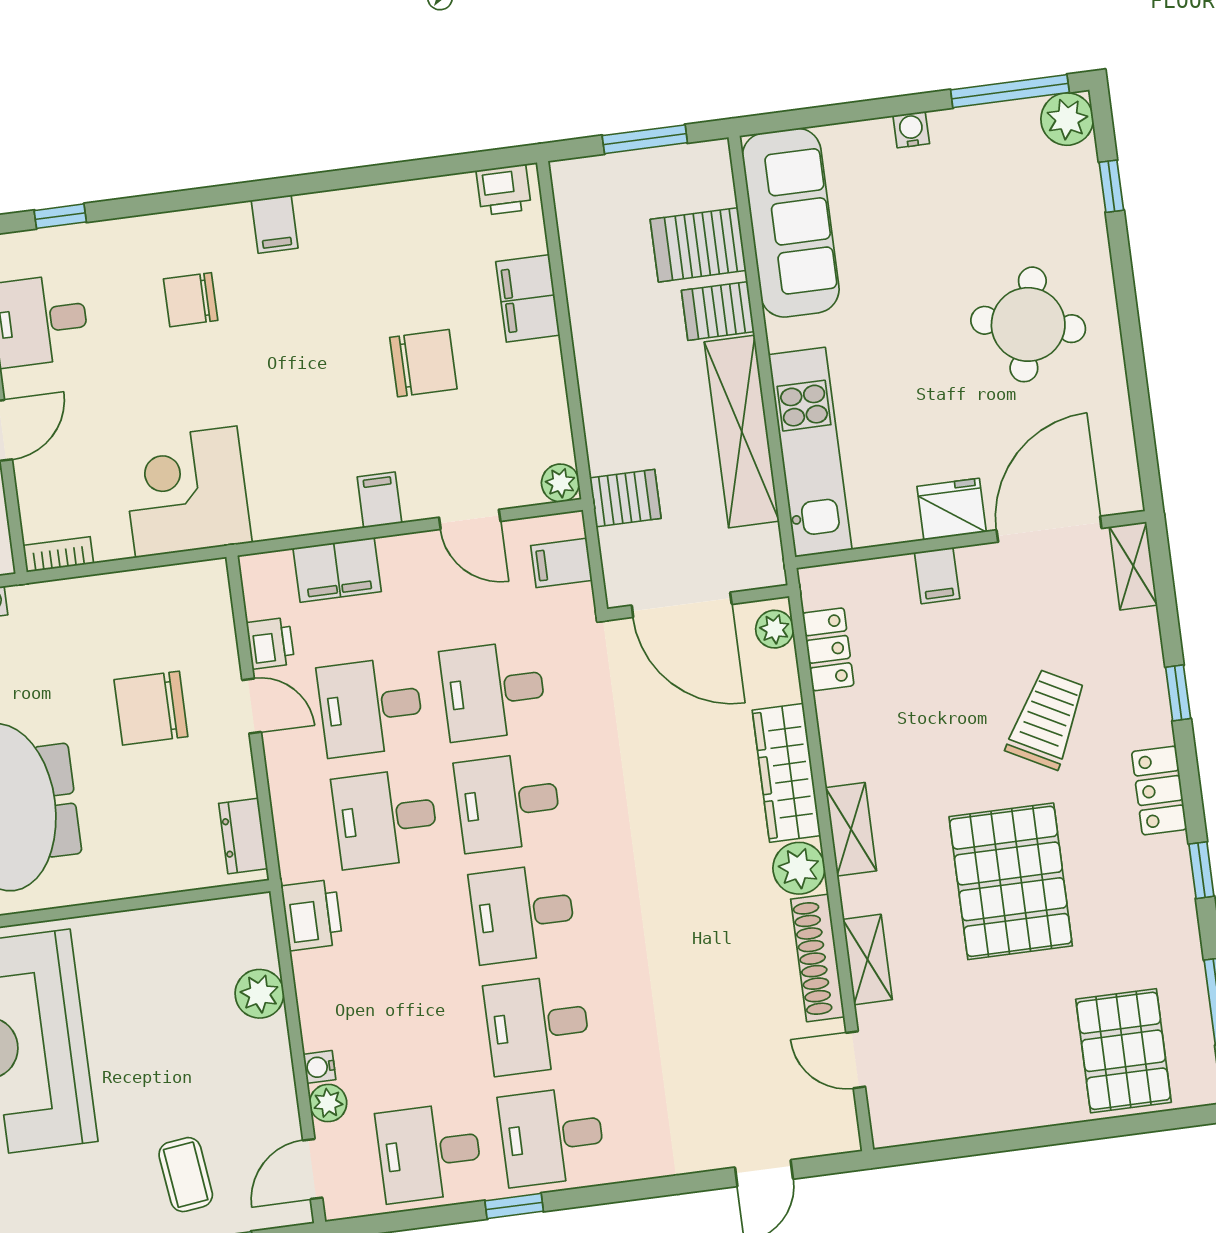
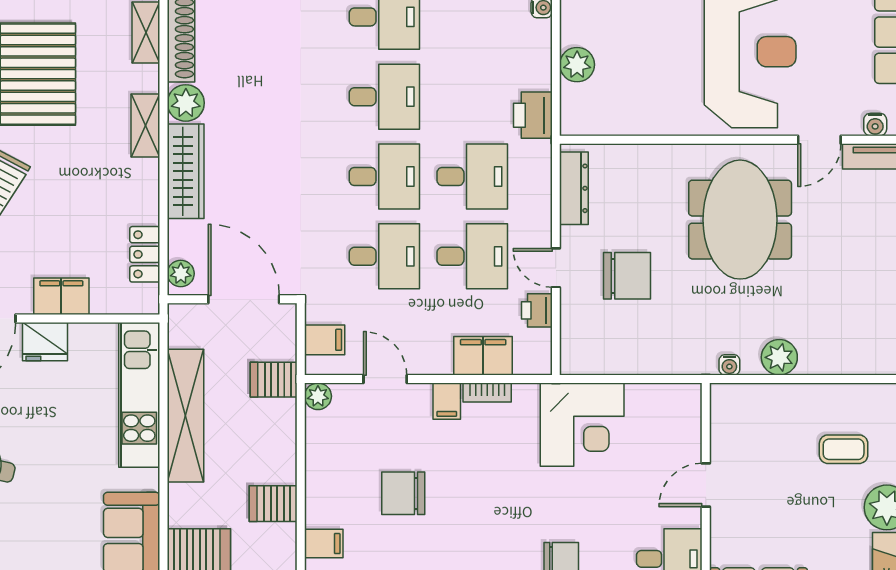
filing cabinet: (528, 298) -> (324, 544), width x0.50
server rack: (718, 311) -> (273, 504), moved, turned 180
bookcase: (58, 554) -> (487, 392), moved
filing cabinet: (937, 576) -> (61, 296), width x2.00
dresser: (243, 836) -> (574, 188), width x1.44

